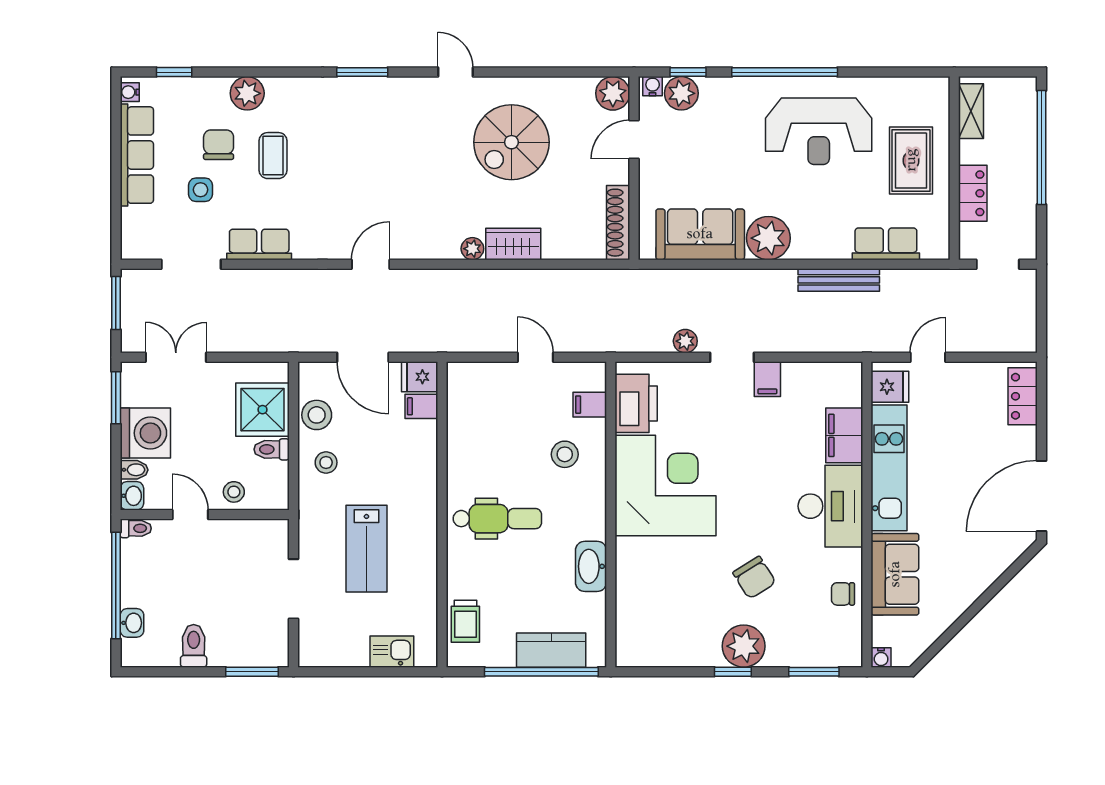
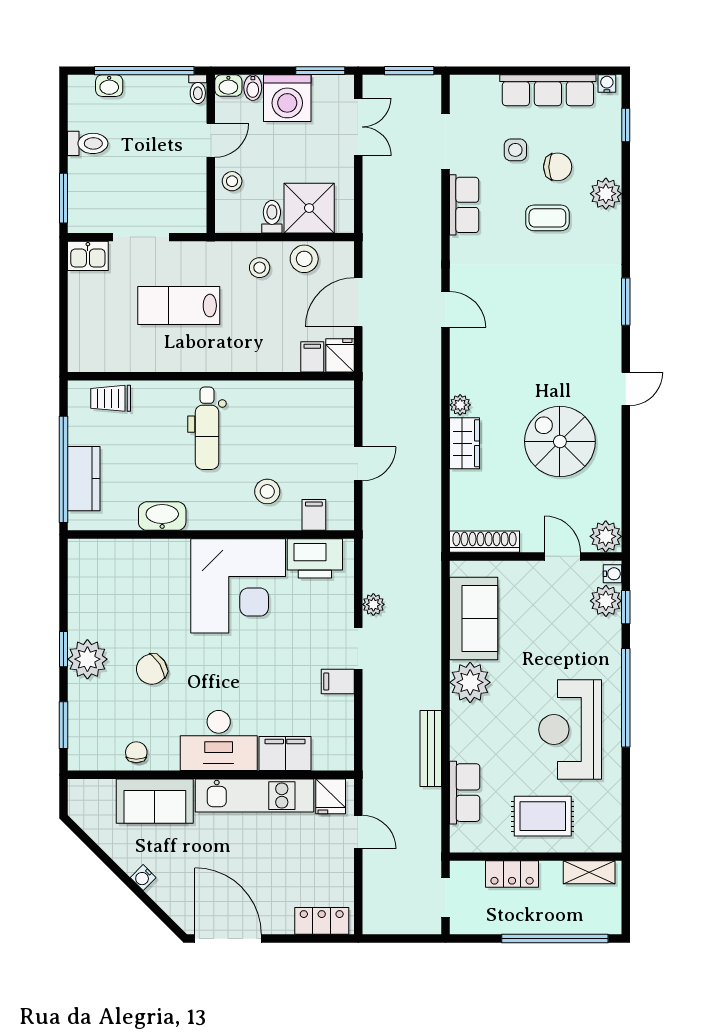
kitchen sink: (392, 652) -> (88, 256), moved, turned 90
water cooler: (881, 657) -> (143, 878), moved, turned -45

